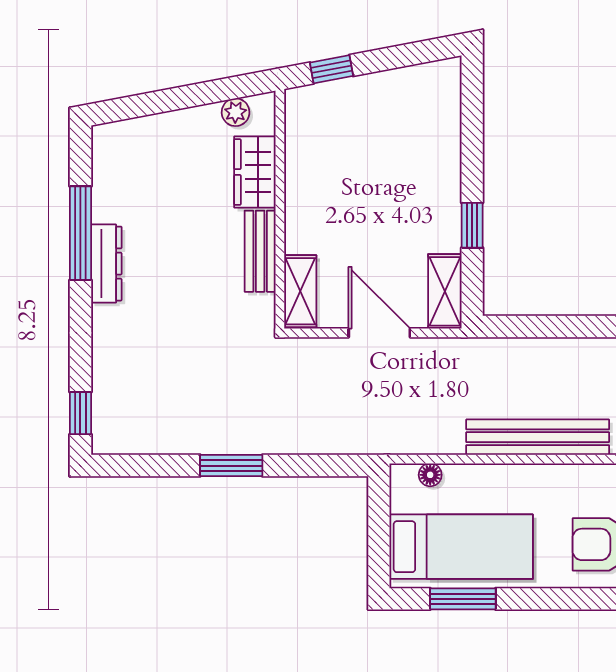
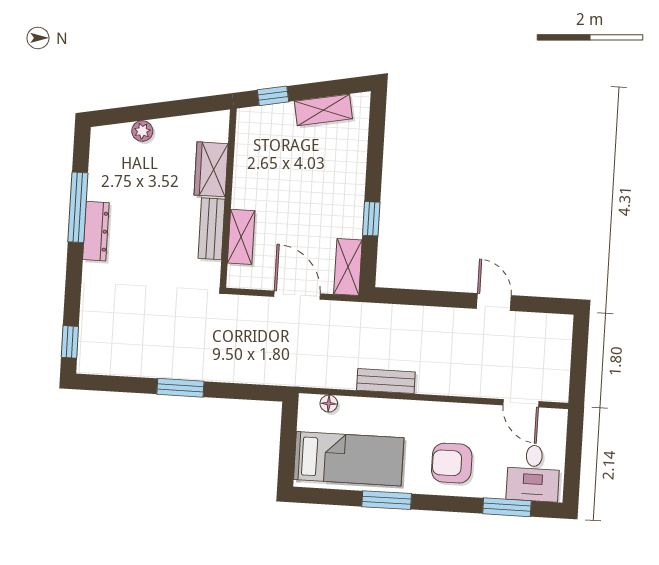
shelving: (400, 84) -> (323, 110), added
plant: (236, 112) -> (142, 131), moved
shelving: (300, 291) -> (241, 237), moved
bench: (538, 437) -> (386, 381), width x0.54, depth x0.82
window: (463, 599) -> (387, 500), moved

